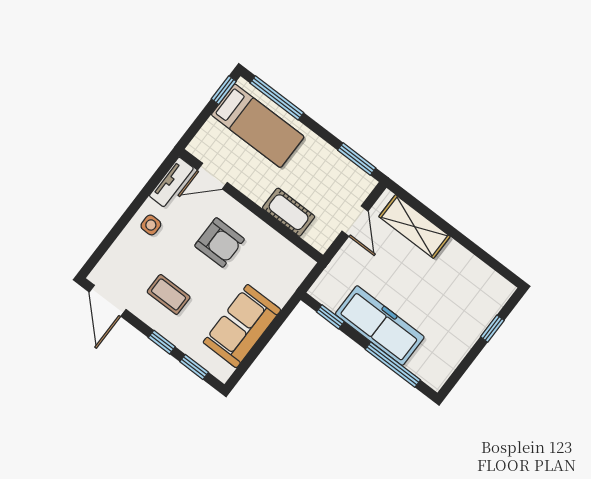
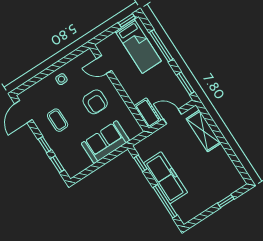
window: (277, 98) -> (161, 46), moved
tv unit: (171, 182) -> (81, 60), removed
cot: (289, 212) -> (147, 113), moved
door: (355, 221) -> (172, 117), swing flipped
sofa: (242, 326) -> (105, 142), moved

